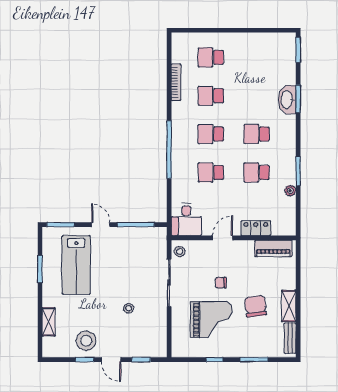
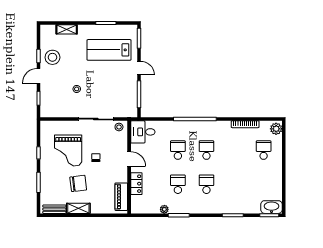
plant: (182, 40) -> (276, 129), added
school desk: (211, 96) -> (235, 150), removed
washbasin: (287, 100) -> (271, 207), moved
door: (101, 225) -> (139, 68), hinge flipped

